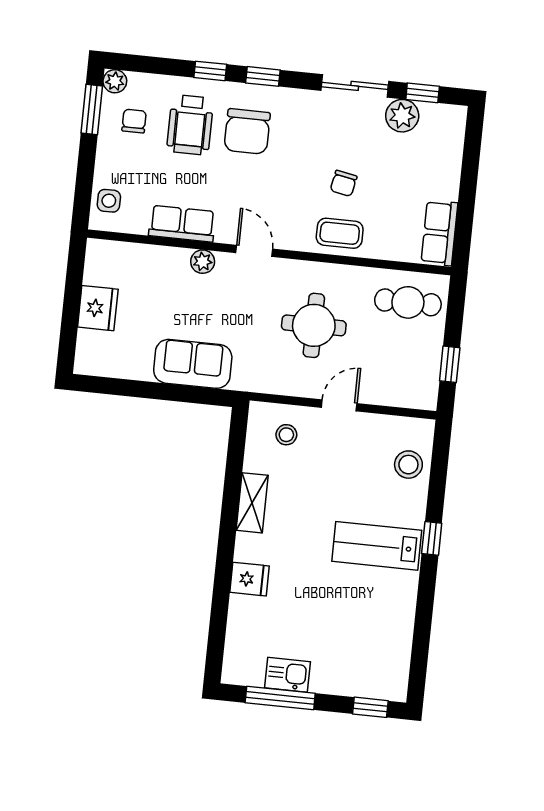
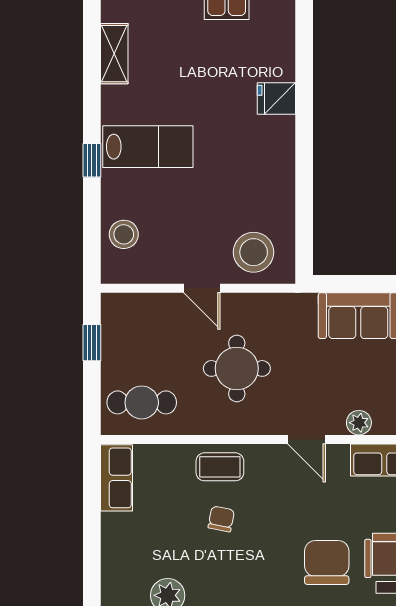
door: (339, 405) -> (202, 288), hinge flipped
stool: (286, 435) -> (254, 252), width x1.89, depth x1.89
shelving: (252, 503) -> (114, 54), moved

